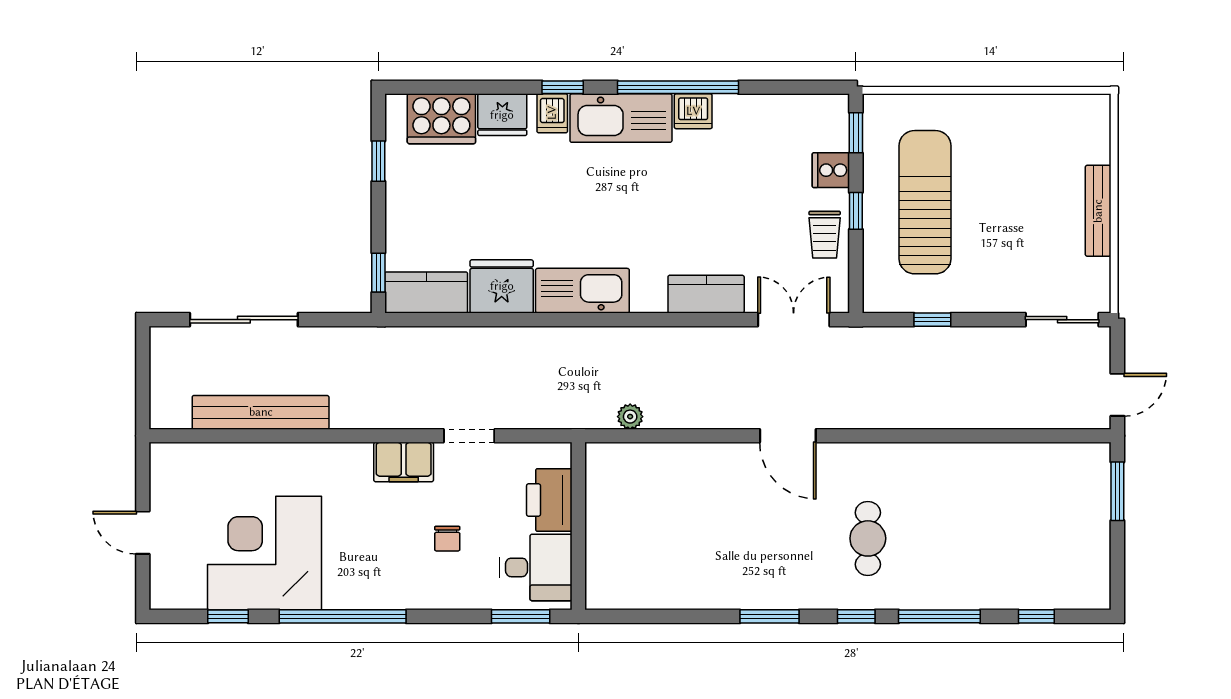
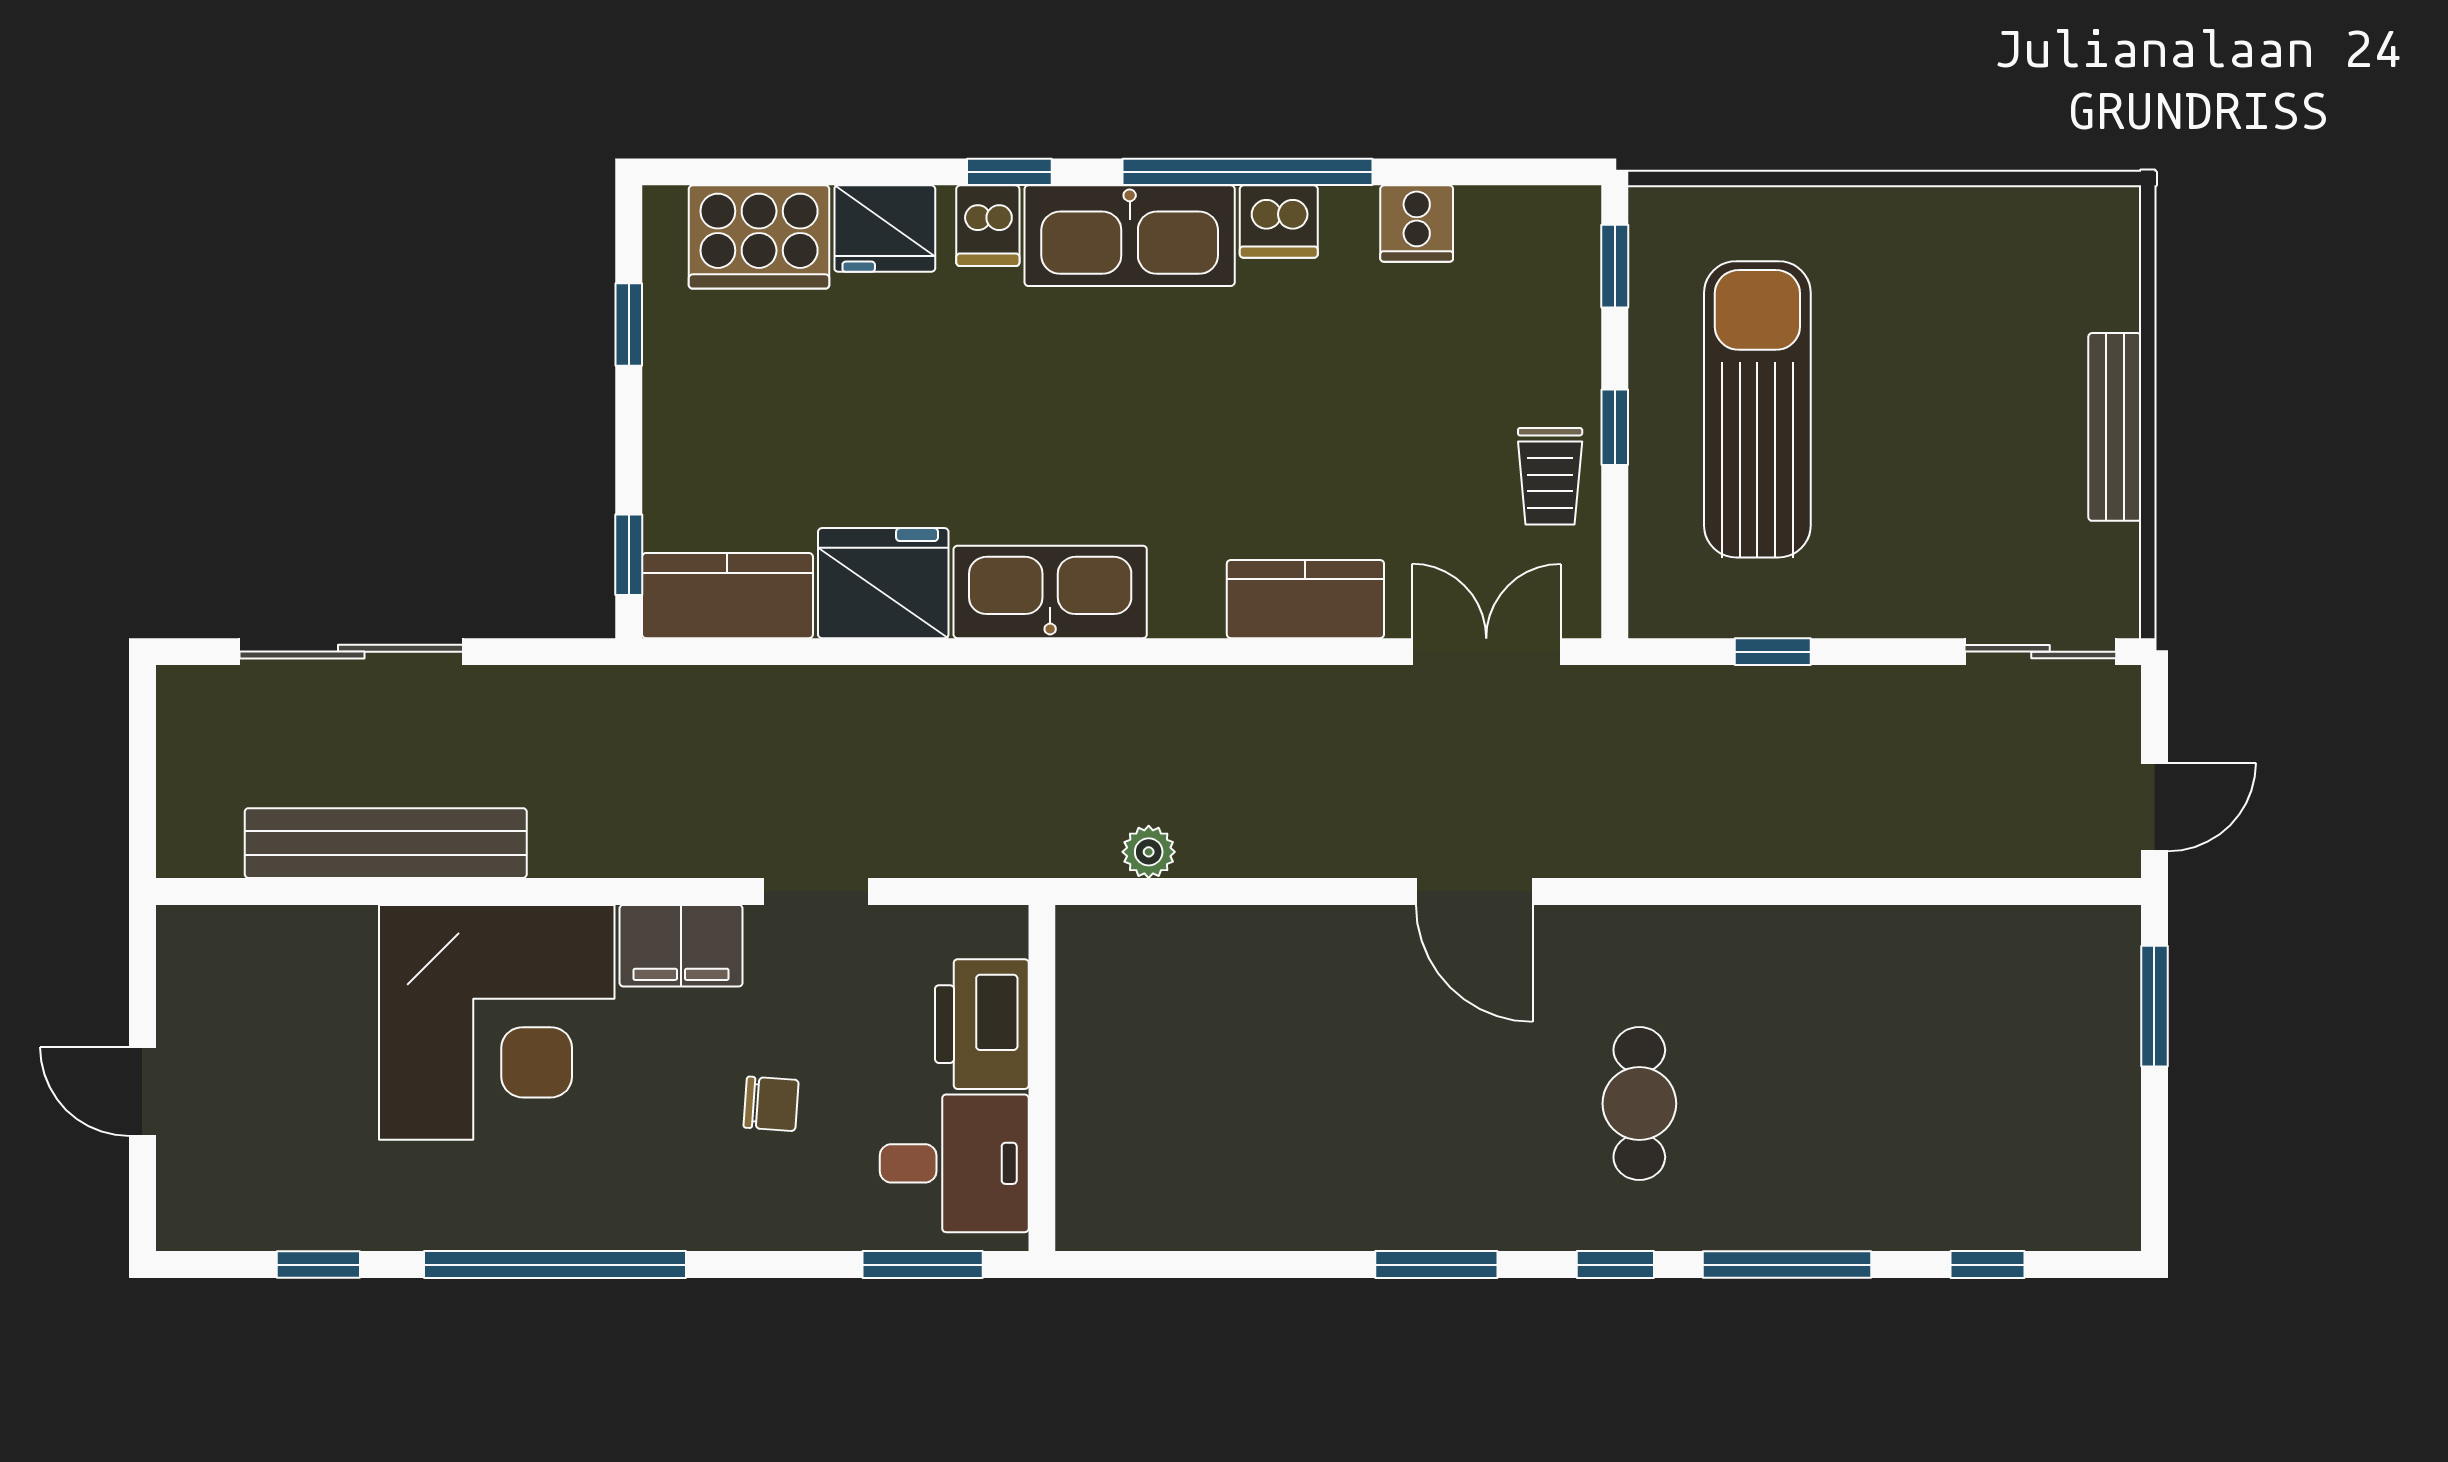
cooker: (831, 170) -> (1417, 224), moved, turned -90
chair: (447, 539) -> (771, 1104), turned -86
corner desk: (265, 553) -> (497, 1022), moved, turned 180

